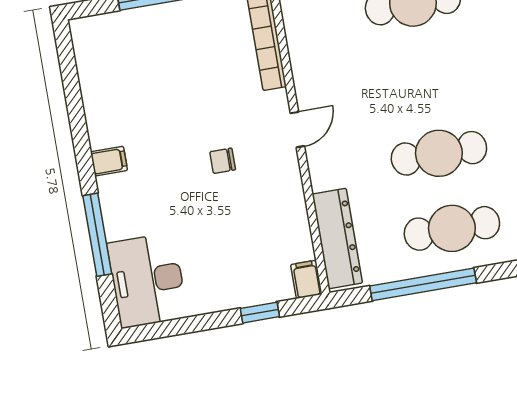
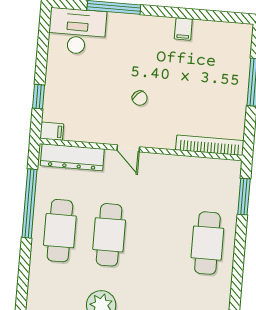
door: (297, 130) -> (128, 148), moved
filing cabinet: (109, 161) -> (183, 29), moved
chair: (223, 161) -> (140, 98), turned 136

